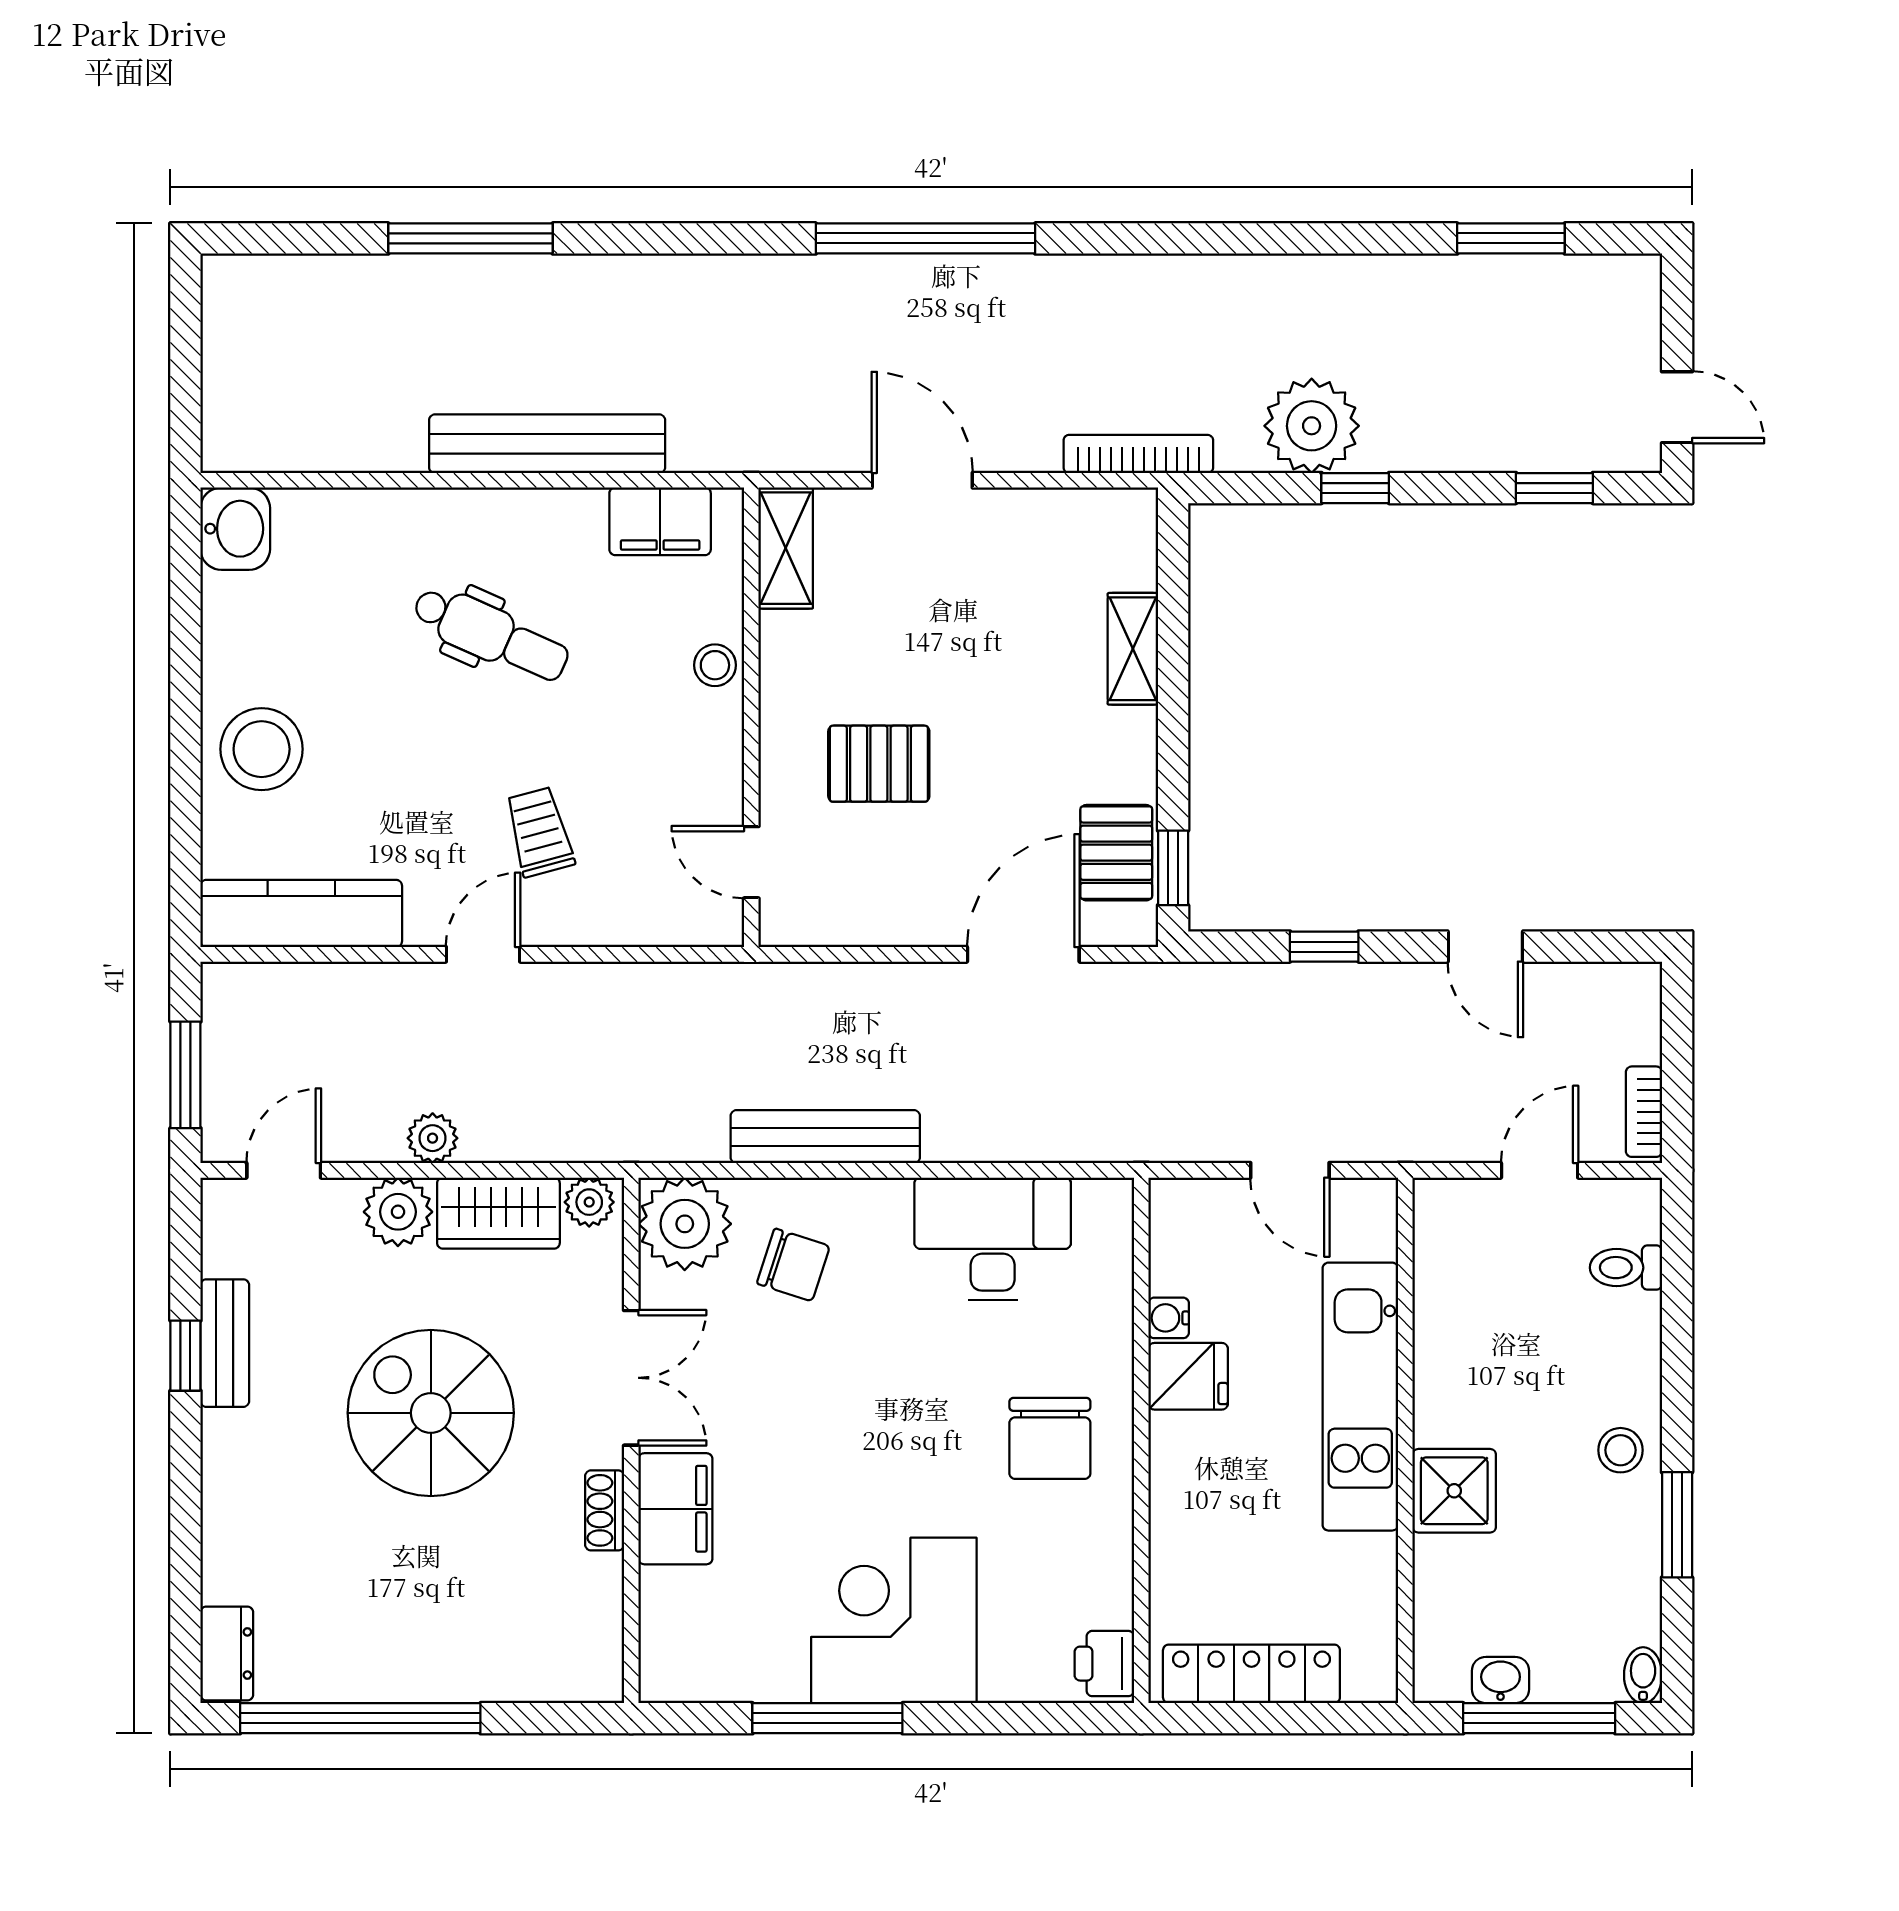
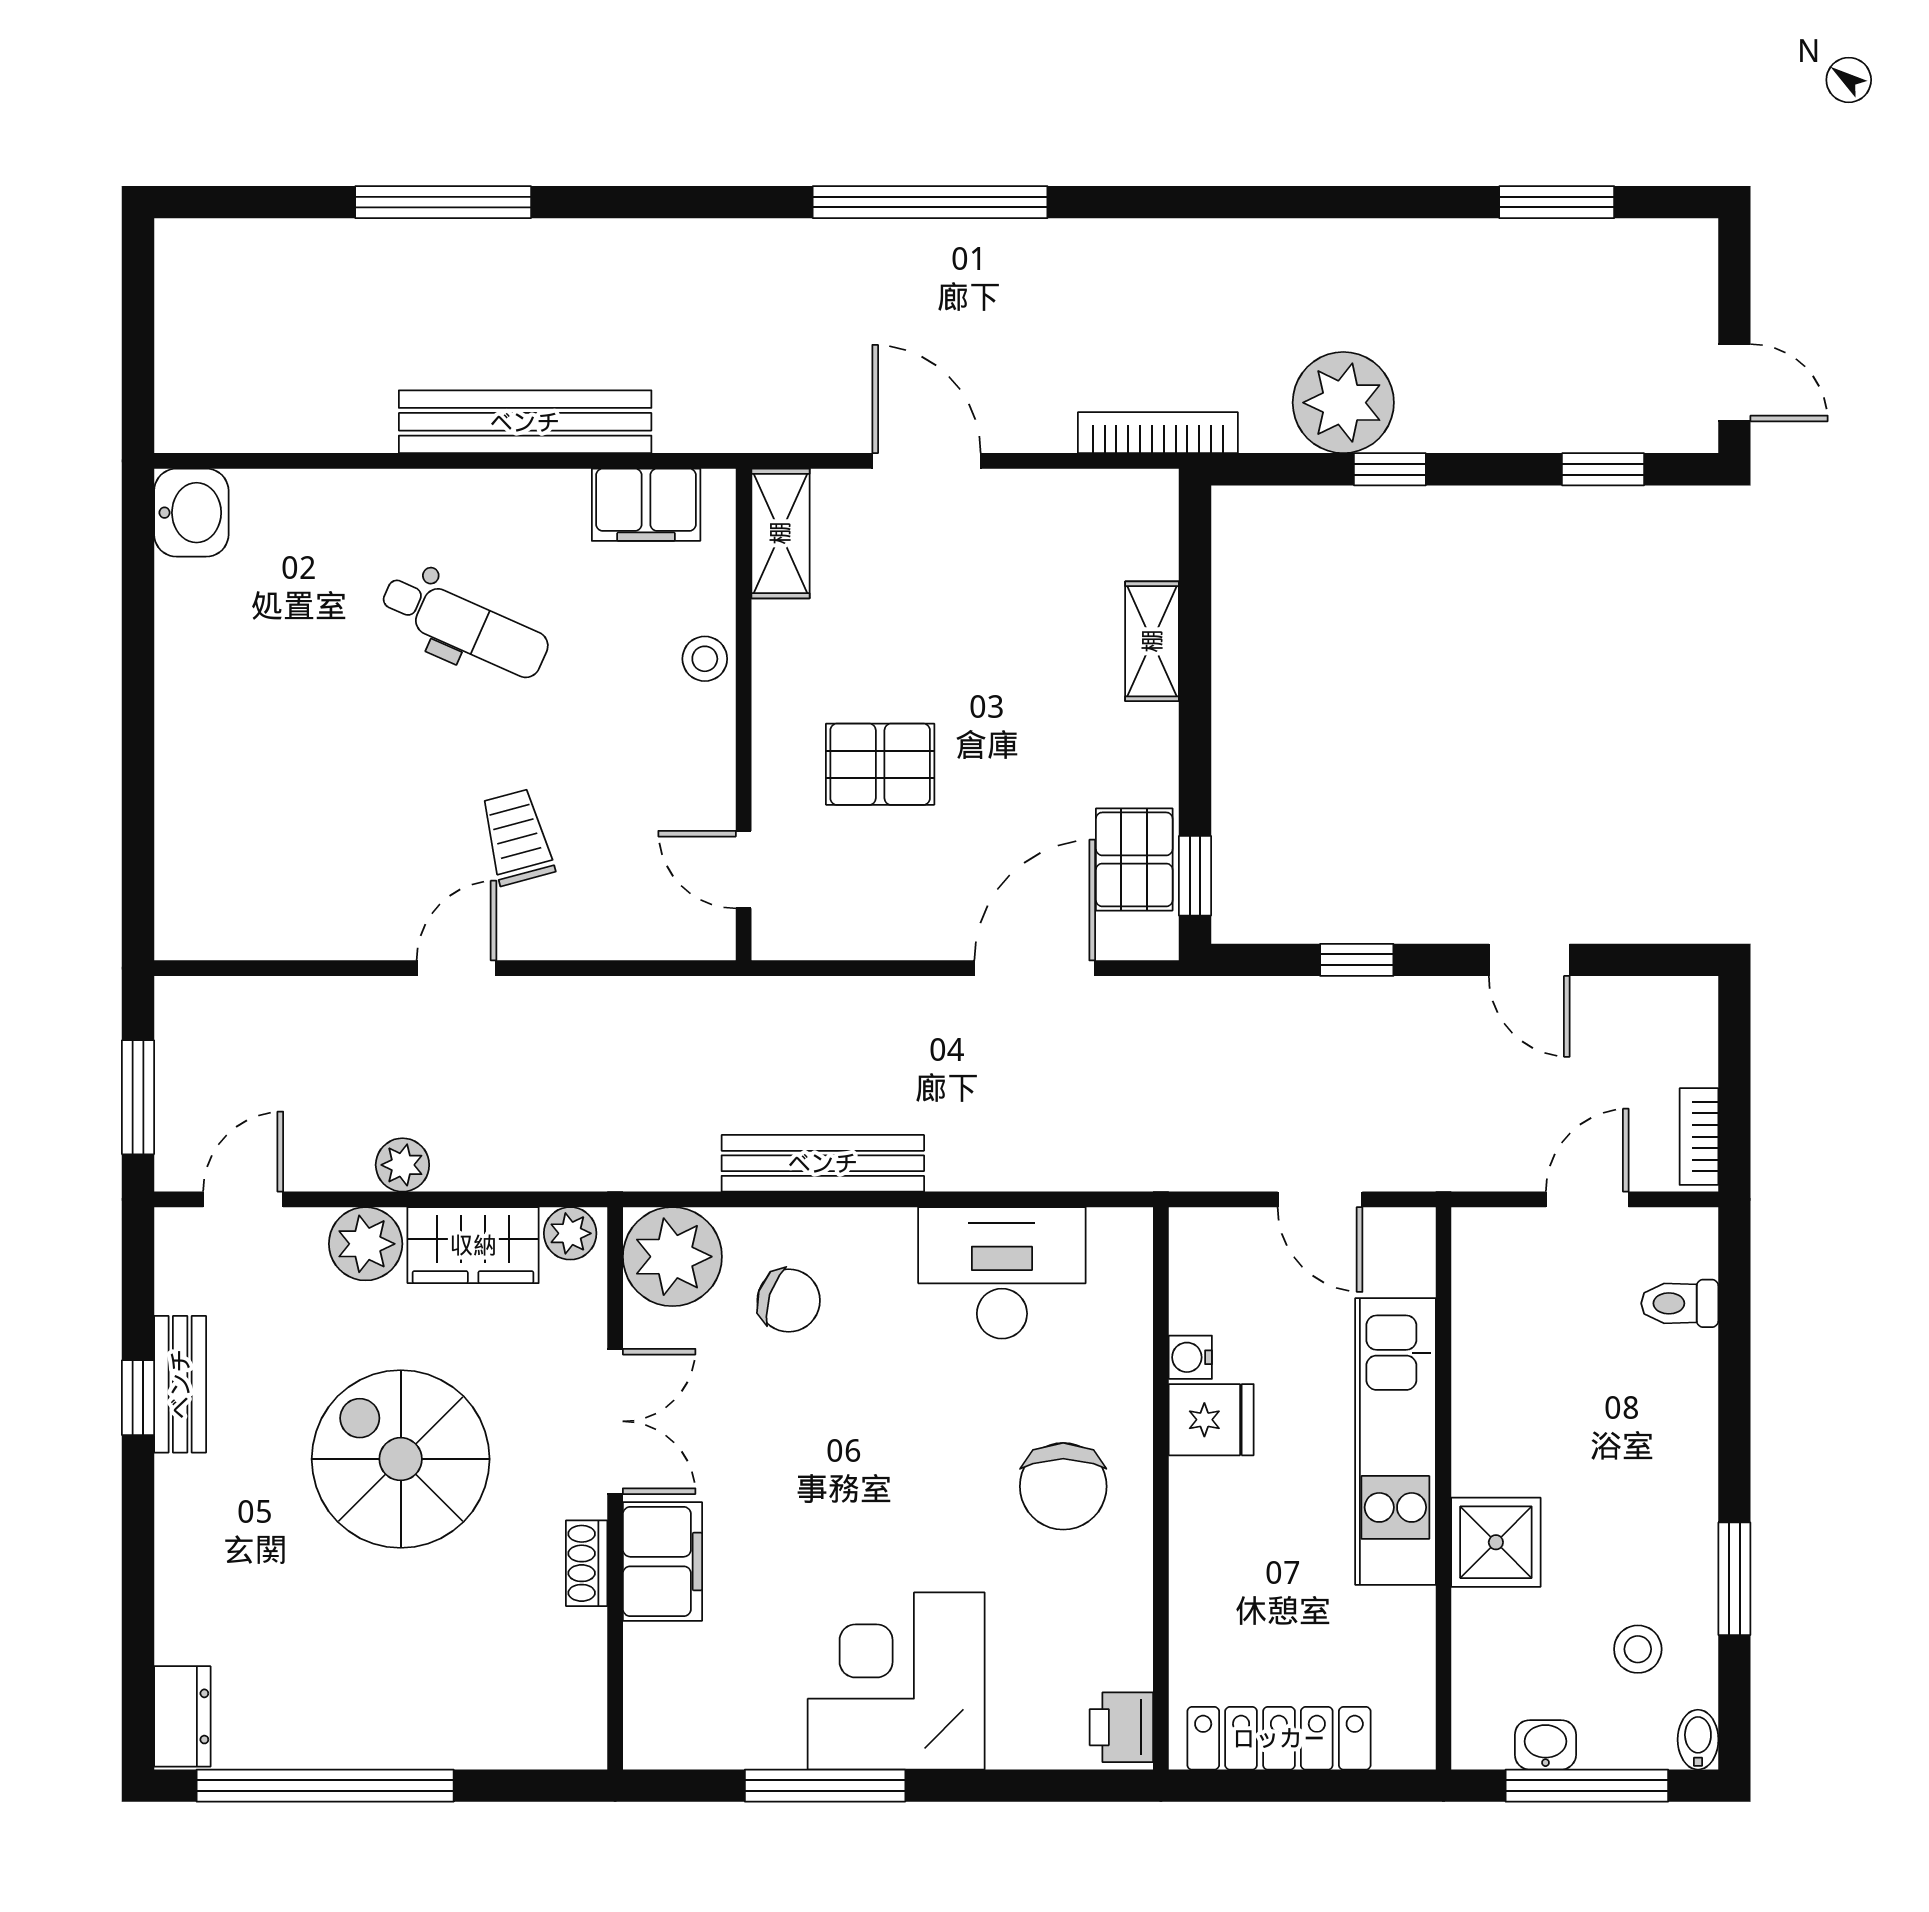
stool: (262, 749) -> (220, 749), removed
kitchen counter: (301, 914) -> (262, 925), removed
stool: (1620, 1450) -> (1638, 1649), moved

